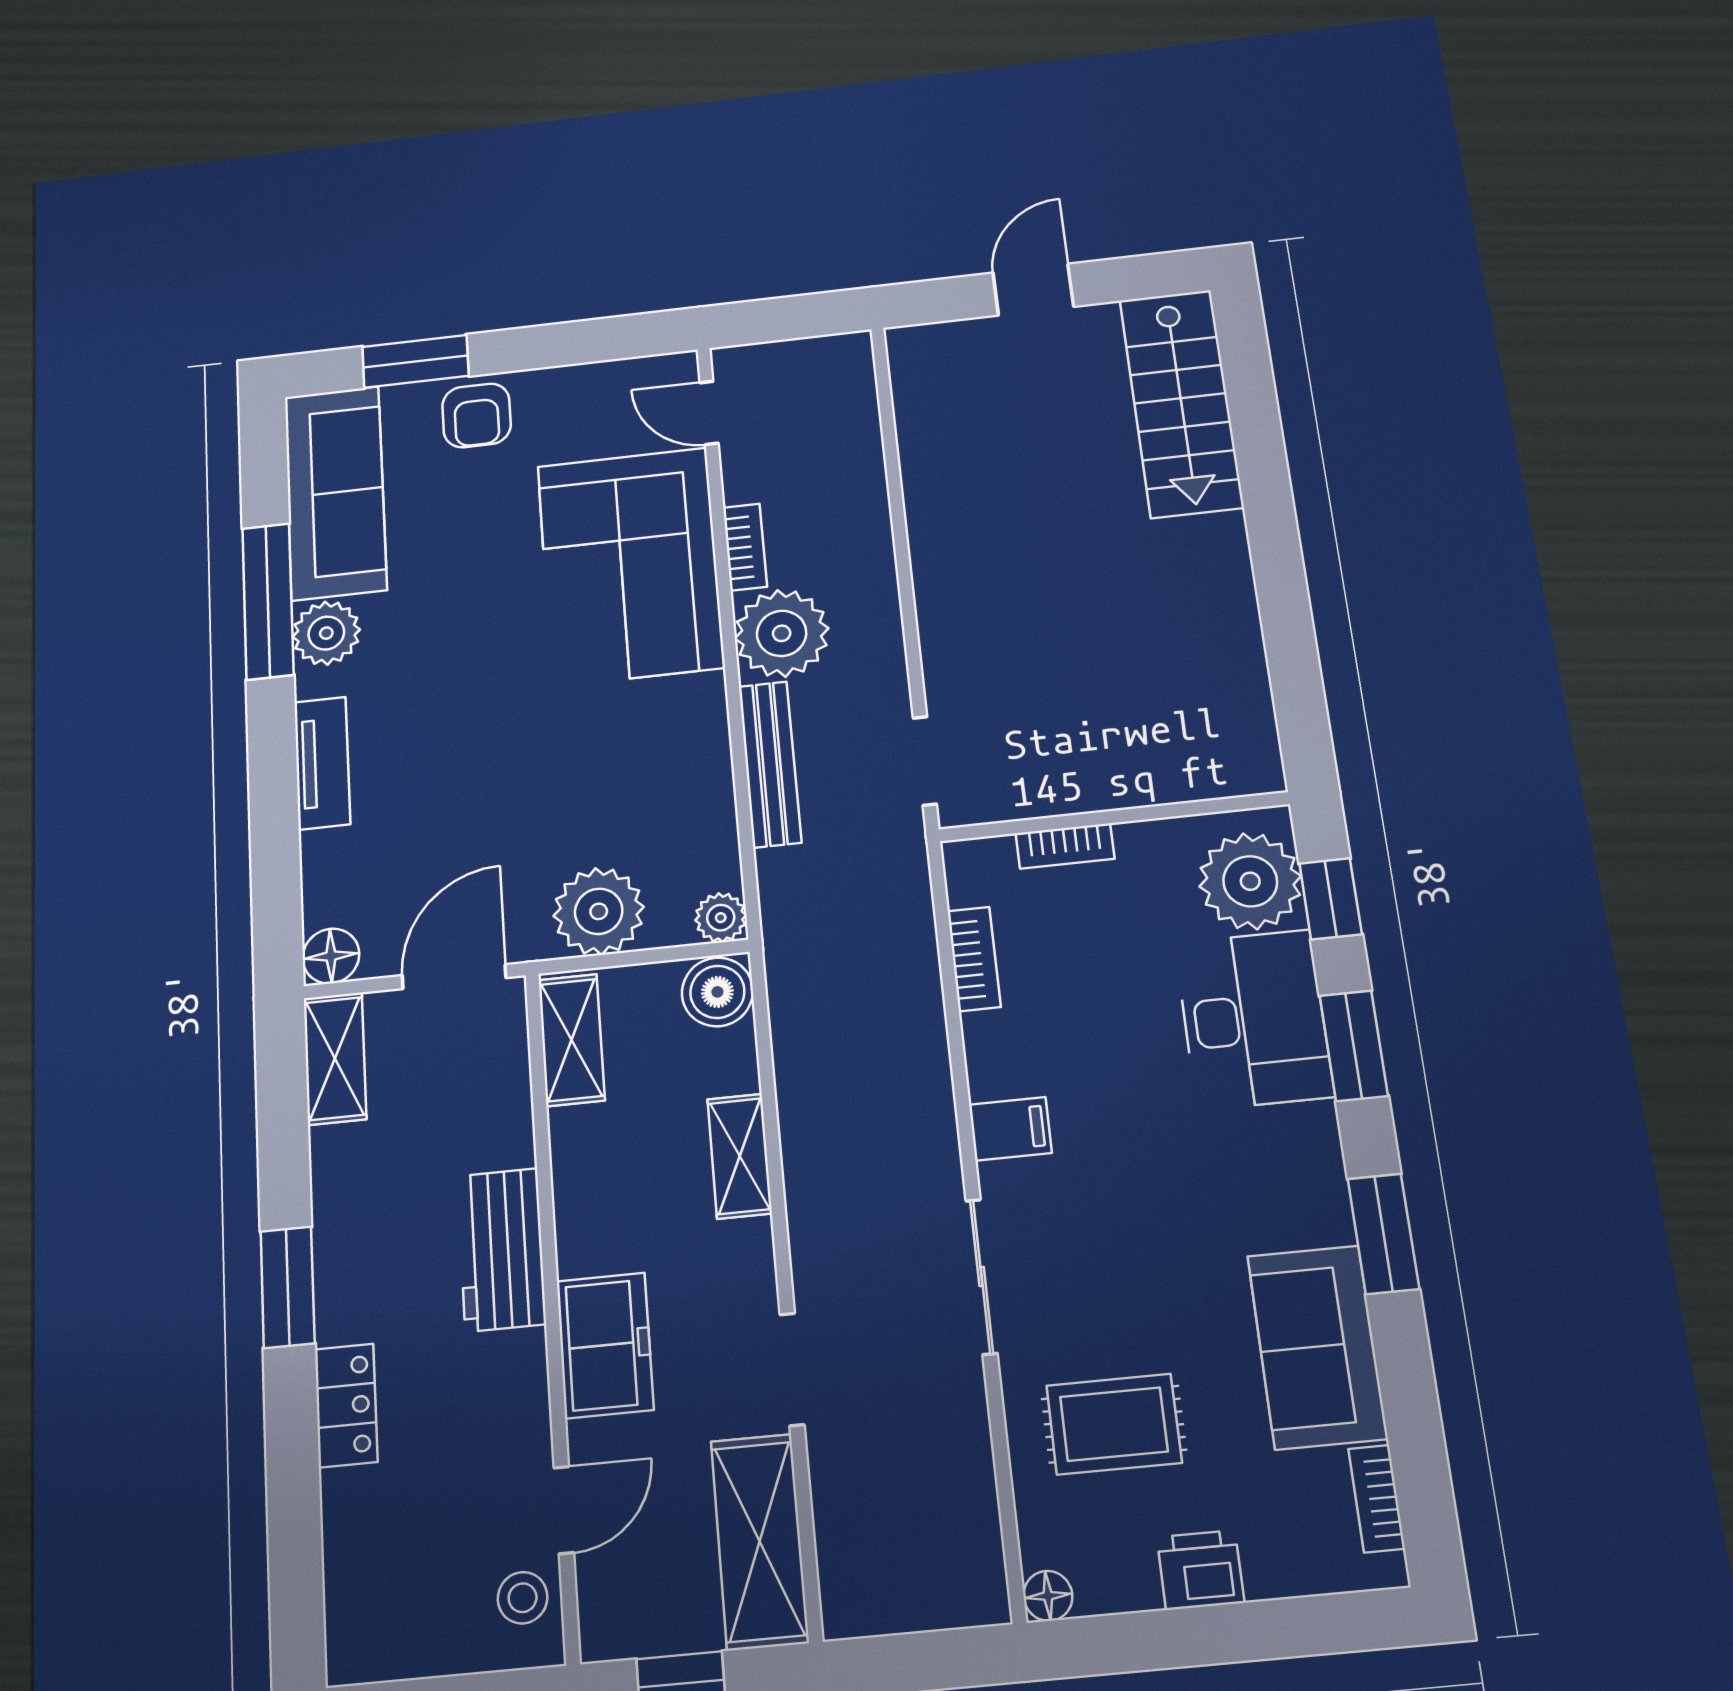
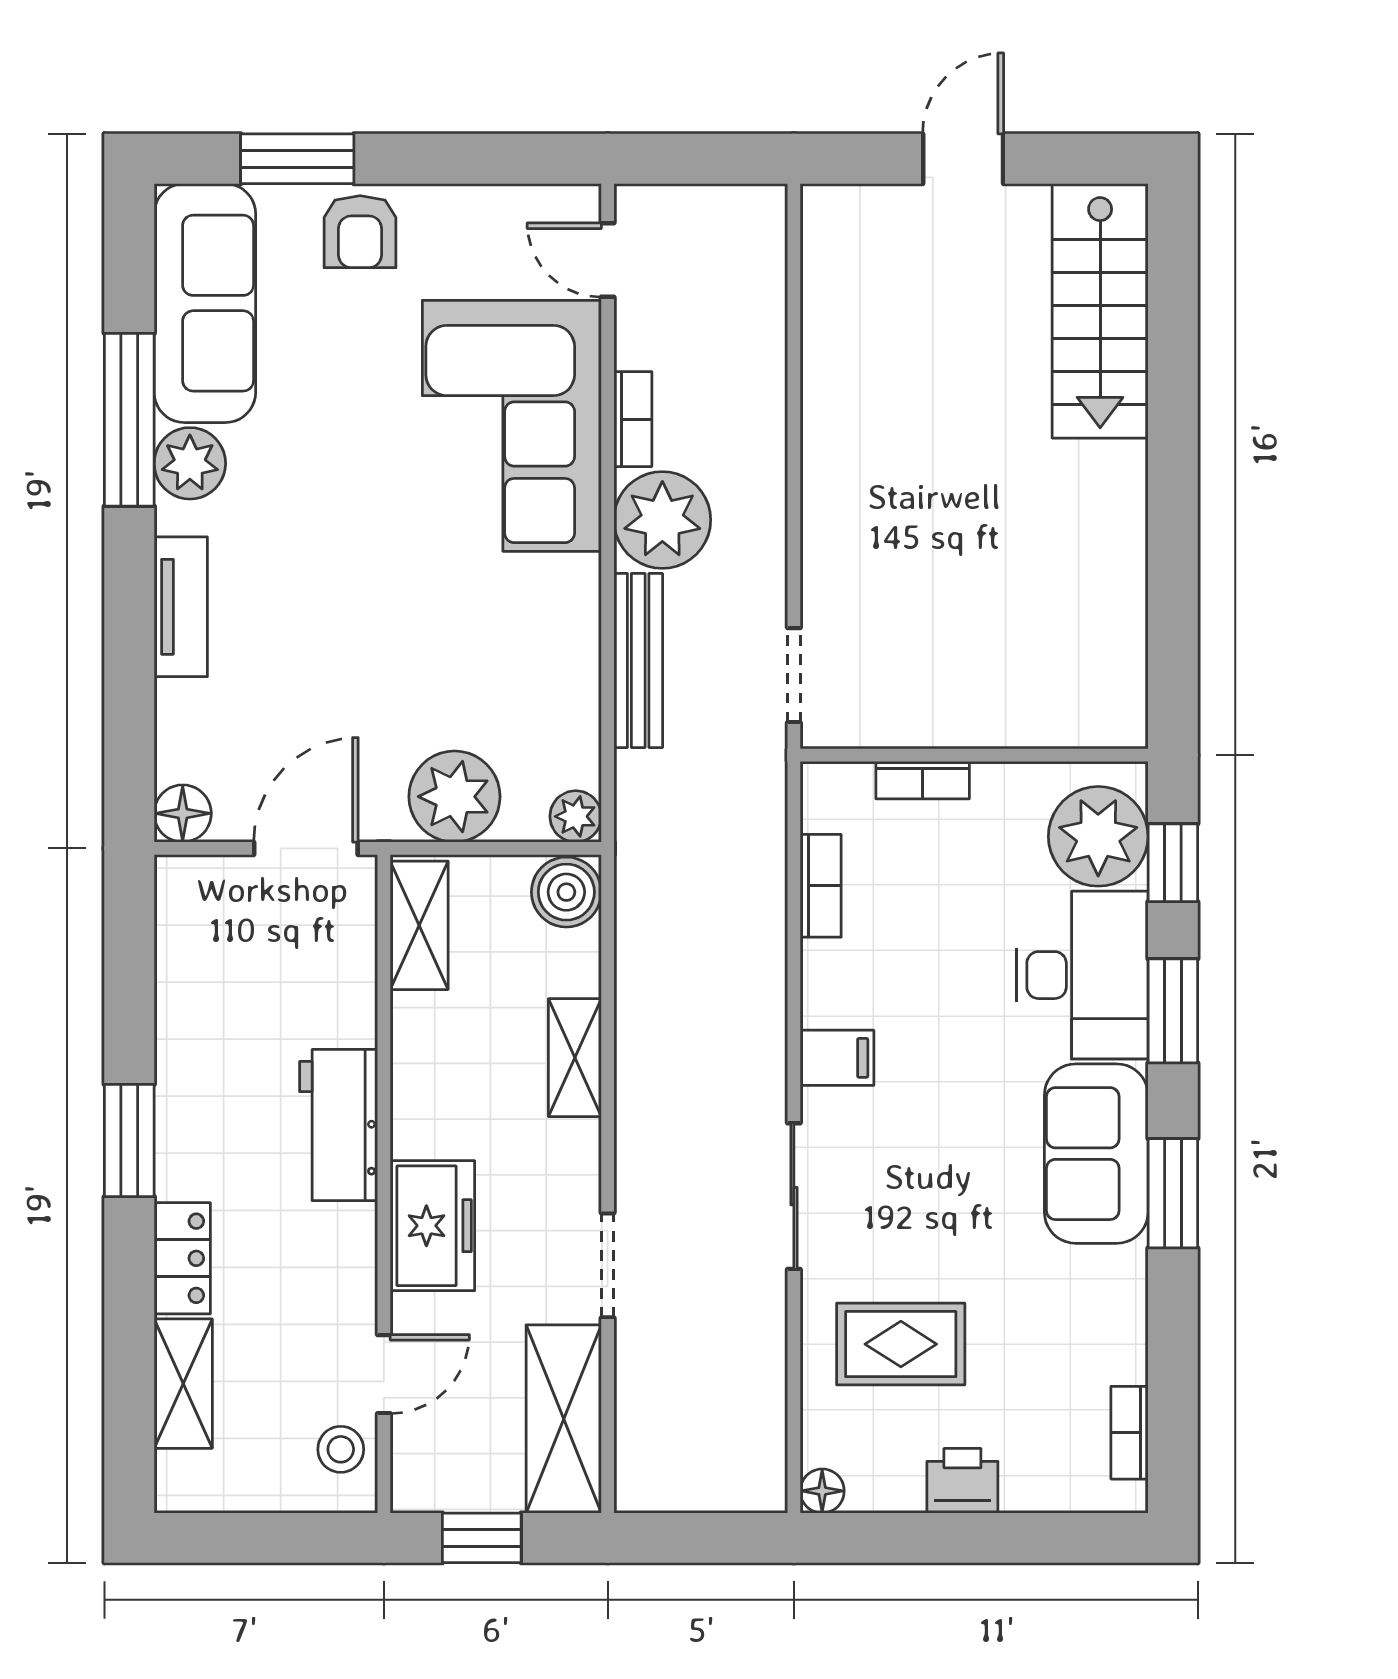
shelving: (335, 1058) -> (183, 1384), moved
sofa: (1317, 1347) -> (1096, 1154), moved

